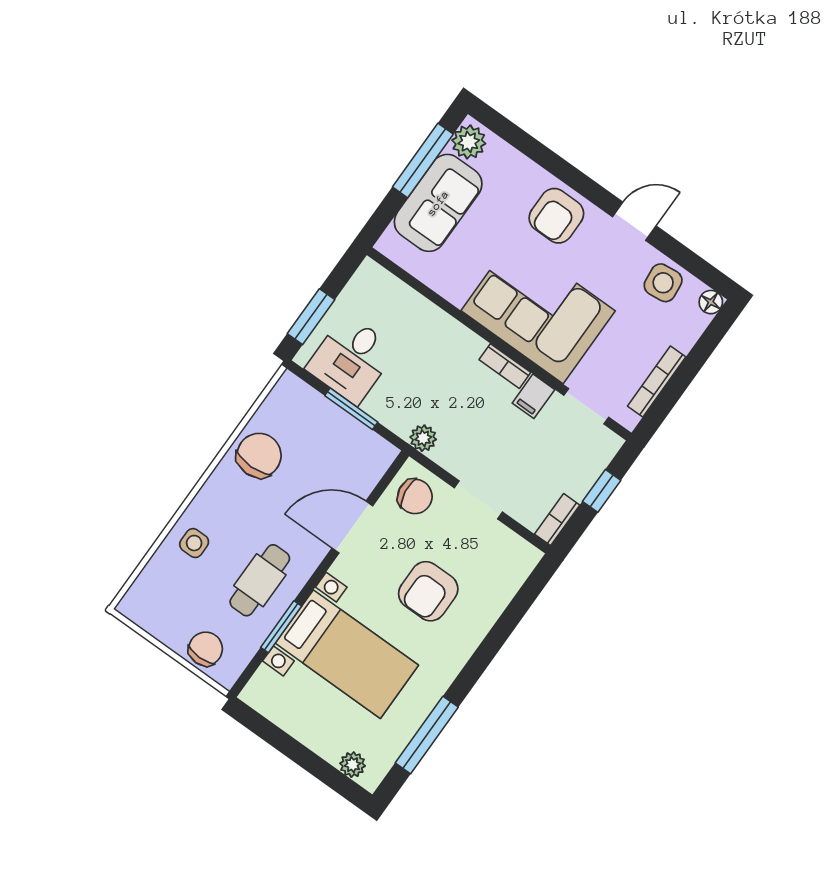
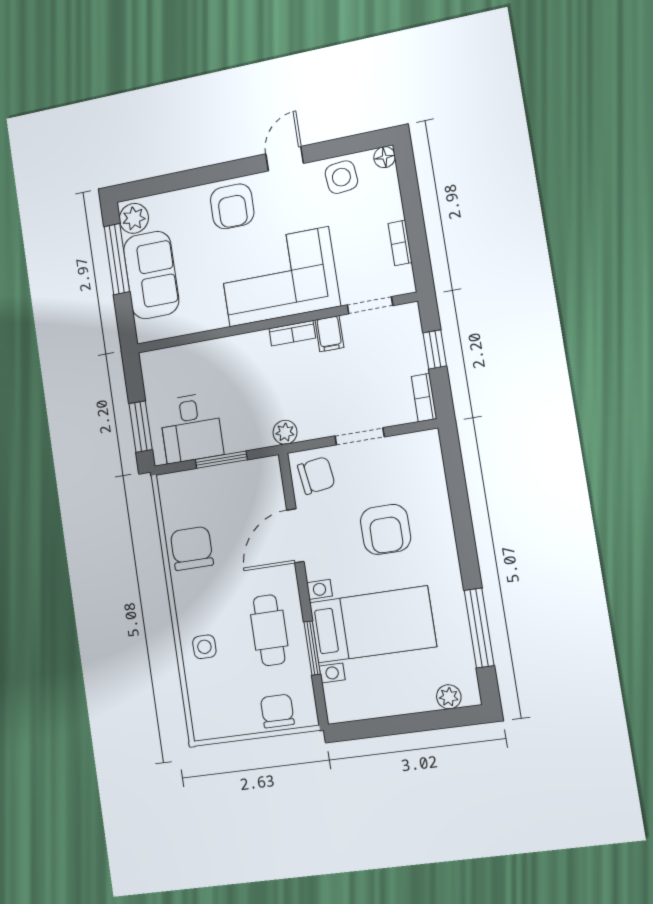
bookcase: (657, 381) -> (400, 243), width x0.64

